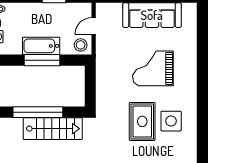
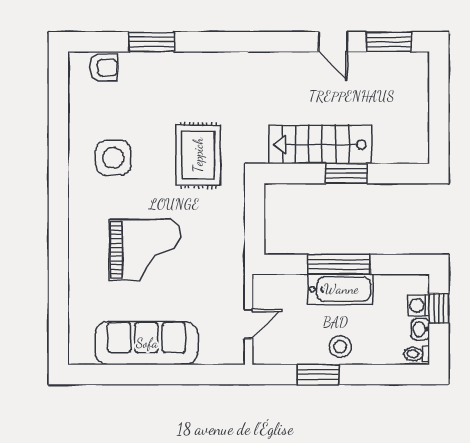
stool: (81, 45) -> (340, 347), moved
window: (38, 112) -> (346, 173), width x0.47
rug: (142, 121) -> (198, 155), moved

